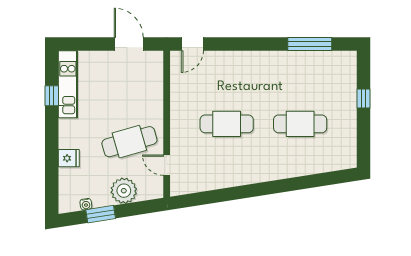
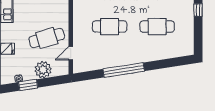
door: (167, 165) -> (71, 53), hinge flipped
window: (248, 191) -> (124, 70), added

